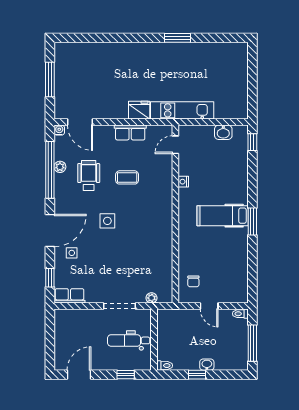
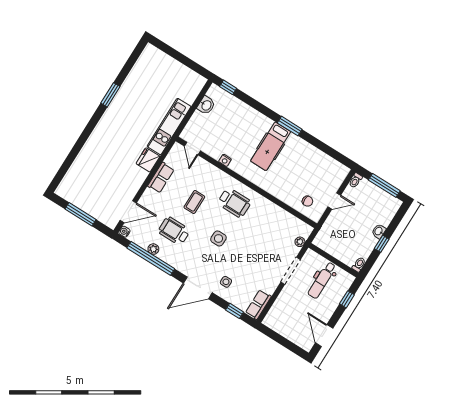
wheelchair: (150, 215) -> (234, 203), added
door: (50, 230) -> (198, 288), swing flipped

